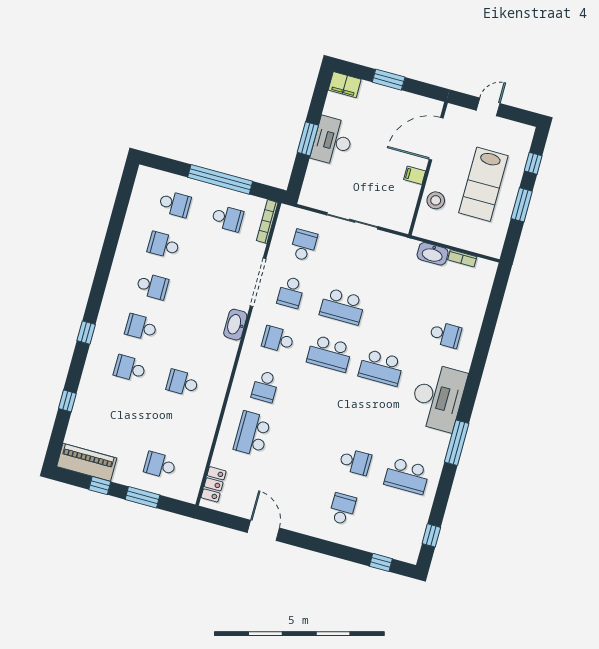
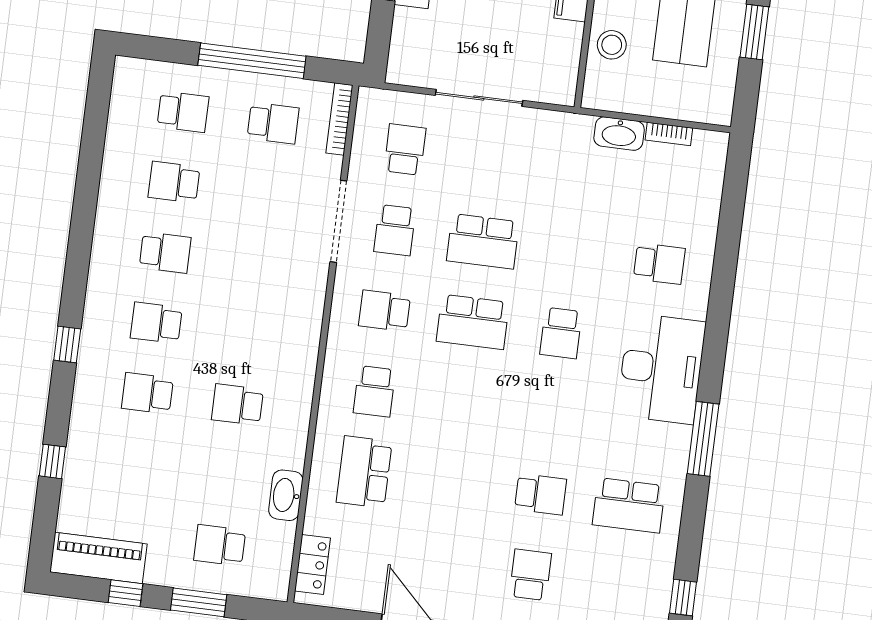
washbasin: (235, 325) -> (286, 495), moved
school desk: (381, 368) -> (561, 333), width x0.54

